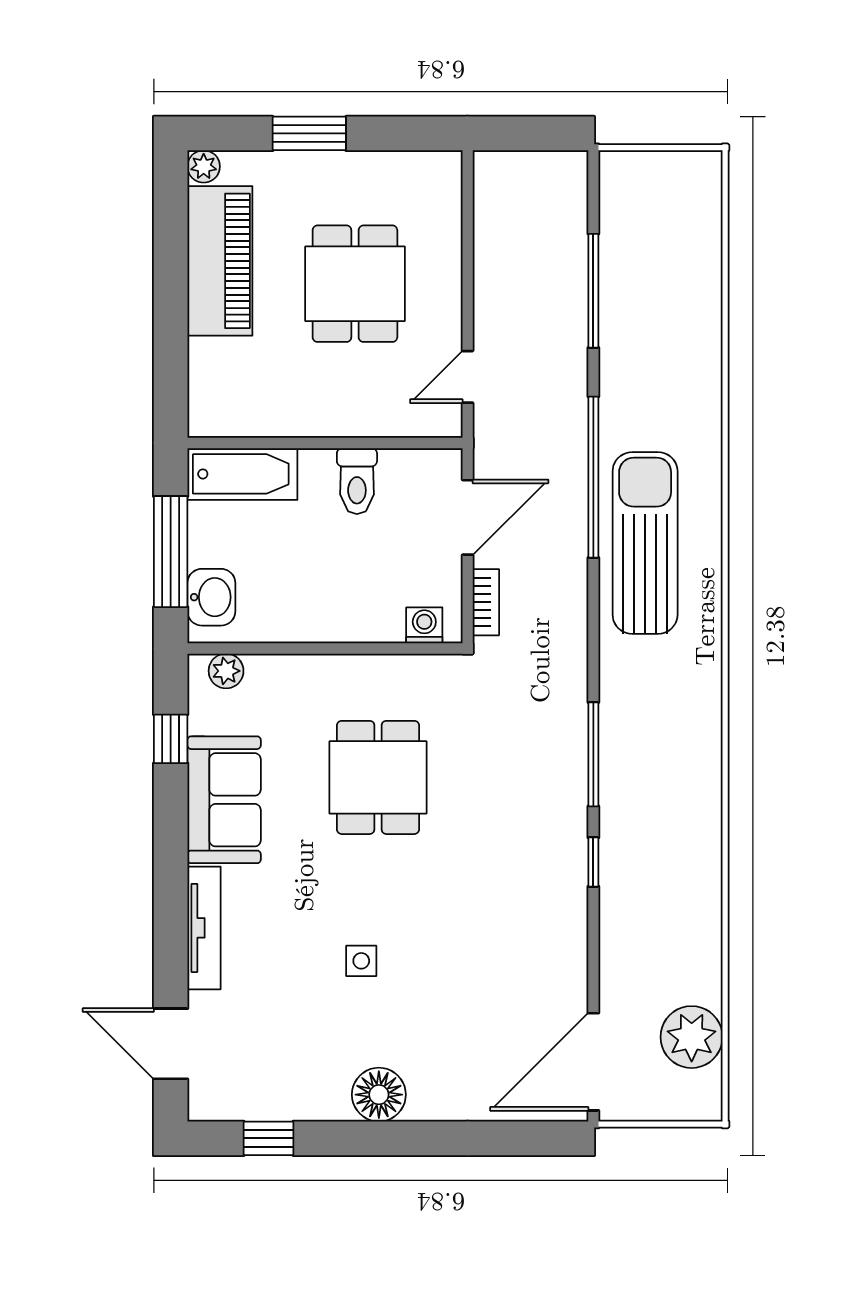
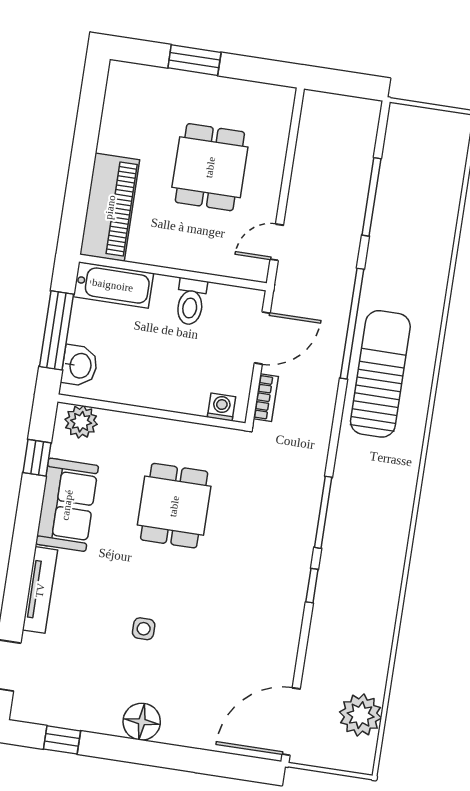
plant: (204, 166) -> (119, 72), removed
piano: (220, 261) -> (110, 207), moved
plant: (226, 671) -> (81, 422), width x1.38, depth x1.38

